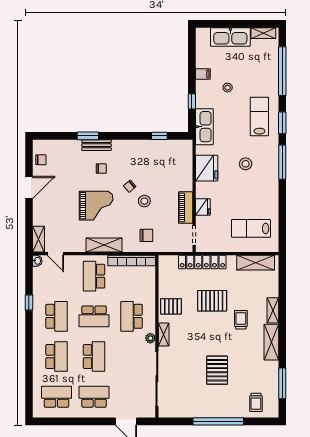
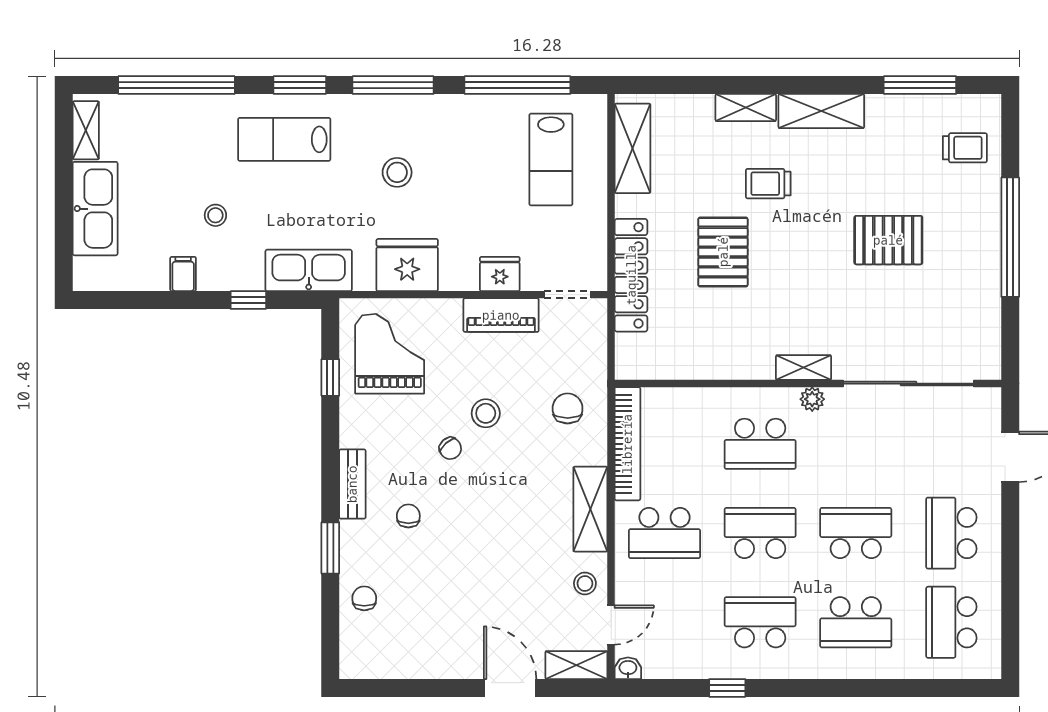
bench: (96, 145) -> (352, 484), moved
chair: (41, 160) -> (364, 598), moved
door: (29, 187) -> (510, 688), moved
grand piano: (96, 206) -> (390, 354), moved
window: (282, 214) -> (517, 85), added
stool: (73, 243) -> (585, 583), added
pallet: (171, 306) -> (736, 350), removed
school desk: (94, 316) -> (760, 533), turned -90
school desk: (57, 357) -> (856, 622), turned 180

